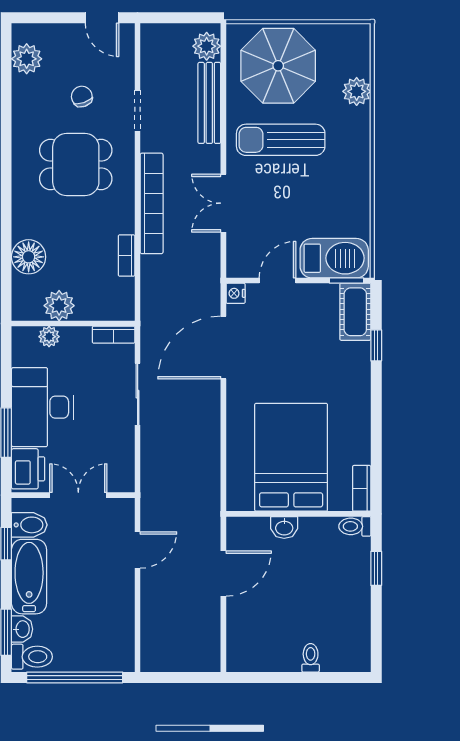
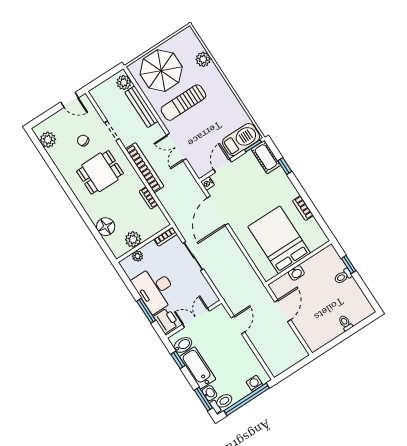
bookcase: (362, 488) -> (303, 208), moved
toilet: (355, 526) -> (343, 276), moved
washing machine: (104, 660) -> (255, 383), added

